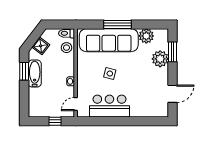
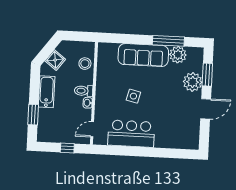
window: (118, 24) -> (168, 41), moved
toilet: (67, 33) -> (84, 91), moved
sofa: (109, 40) -> (143, 55), width x0.74, depth x0.79
window: (24, 71) -> (33, 115), moved
door: (173, 94) -> (206, 109), moved

